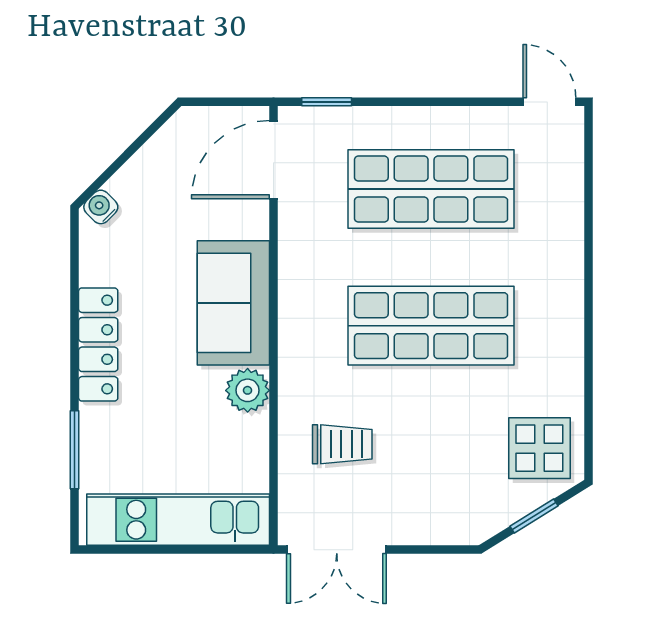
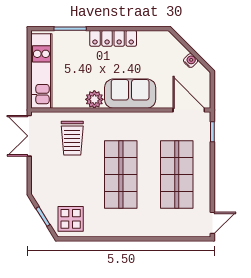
water cooler: (101, 207) -> (191, 61), moved
trolley: (342, 444) -> (72, 138), width x1.36, depth x1.39

